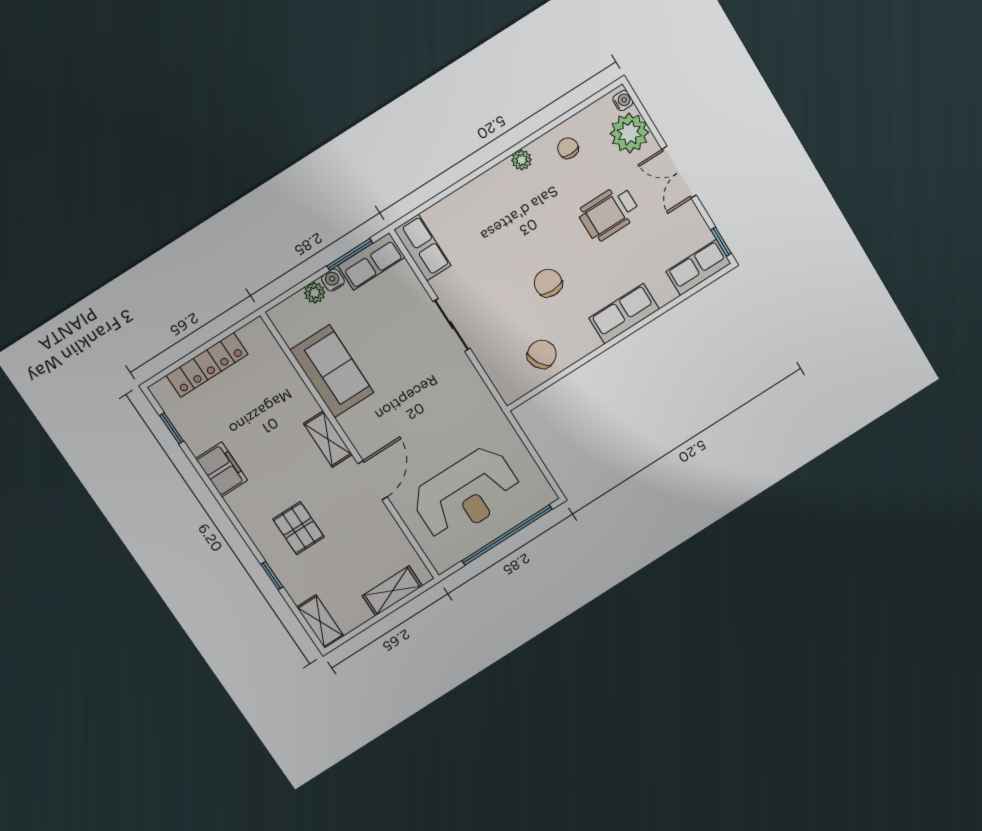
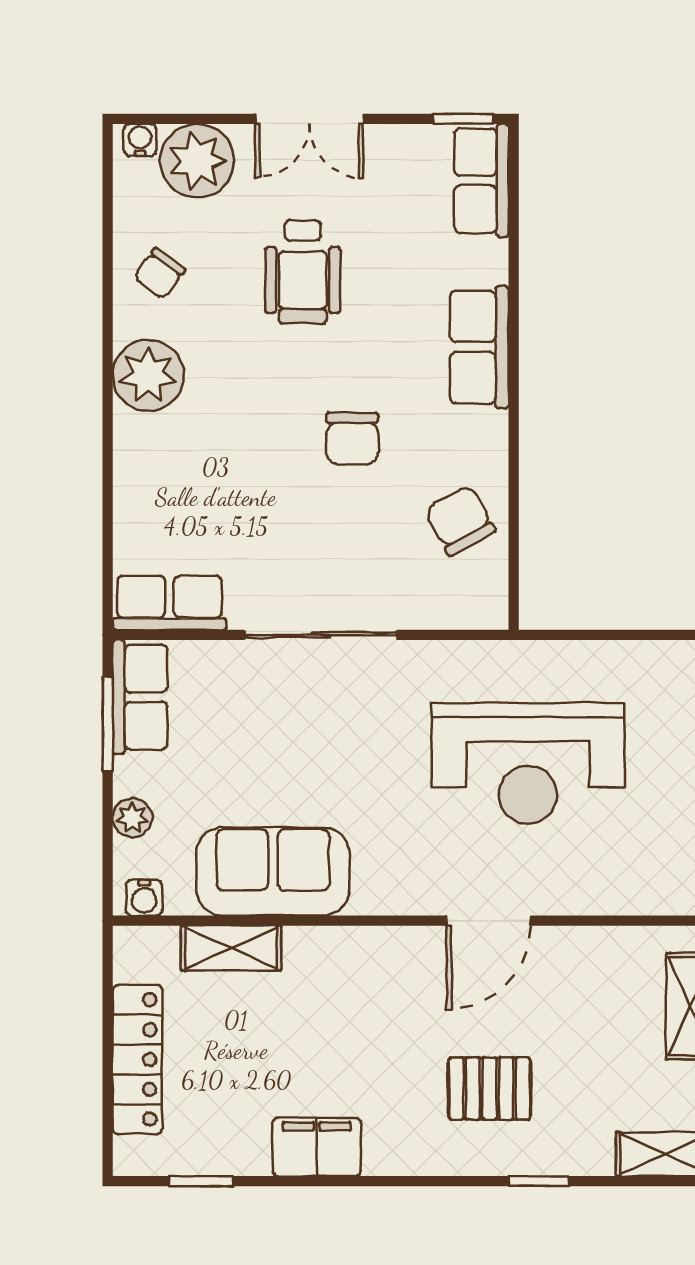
chair: (568, 148) -> (159, 274), turned -54
plant: (522, 160) -> (148, 376), width x1.88, depth x1.88
water cooler: (333, 280) -> (144, 898), moved, turned -90
chair: (548, 283) -> (352, 438), turned -90
sliding door: (452, 325) -> (321, 635), width x1.37
shelving: (328, 439) -> (231, 948), moved
door: (373, 480) -> (489, 921), swing flipped
reception desk: (466, 494) -> (528, 763), moved, turned 90

